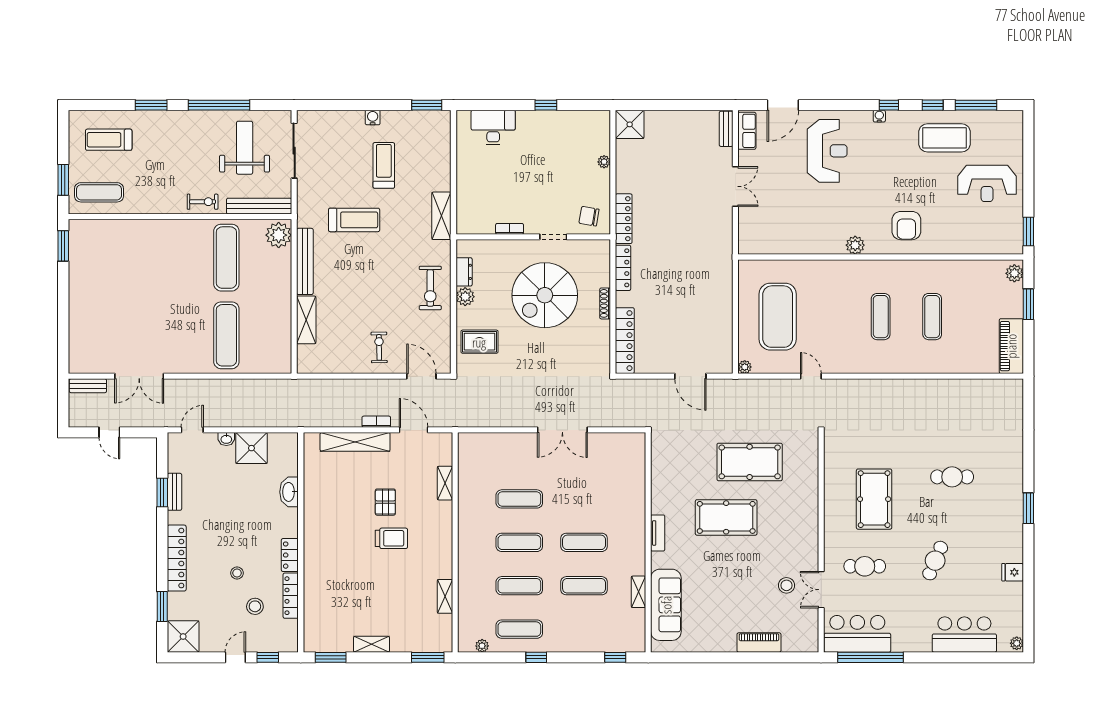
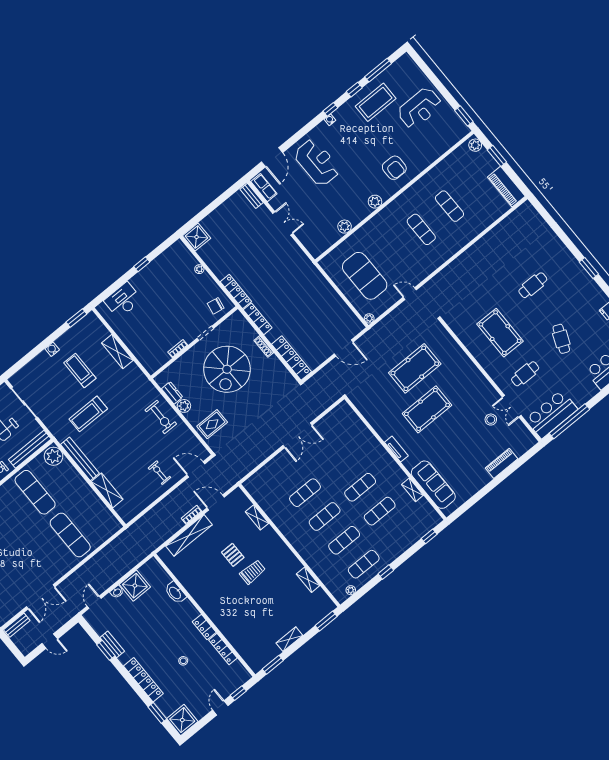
shelving: (441, 216) -> (117, 352), moved
treadmill: (354, 220) -> (88, 414), turned 180
plant: (800, 245) -> (345, 227), added
stool: (255, 606) -> (208, 671), removed

